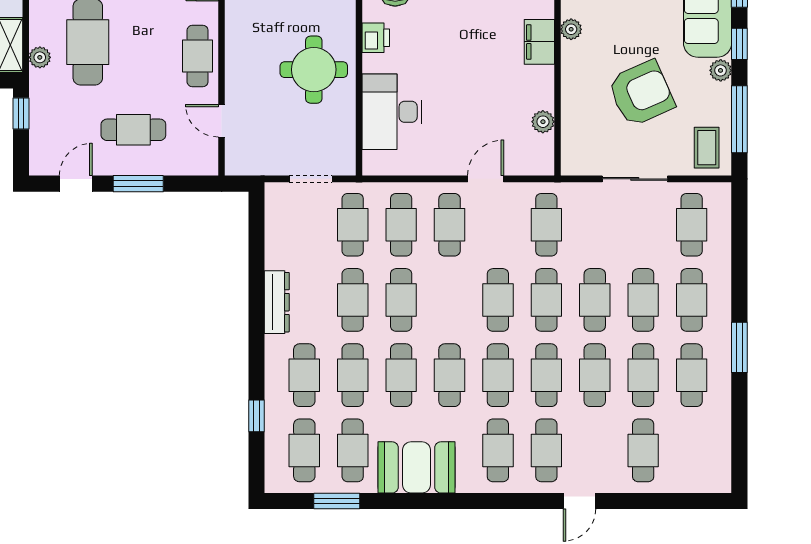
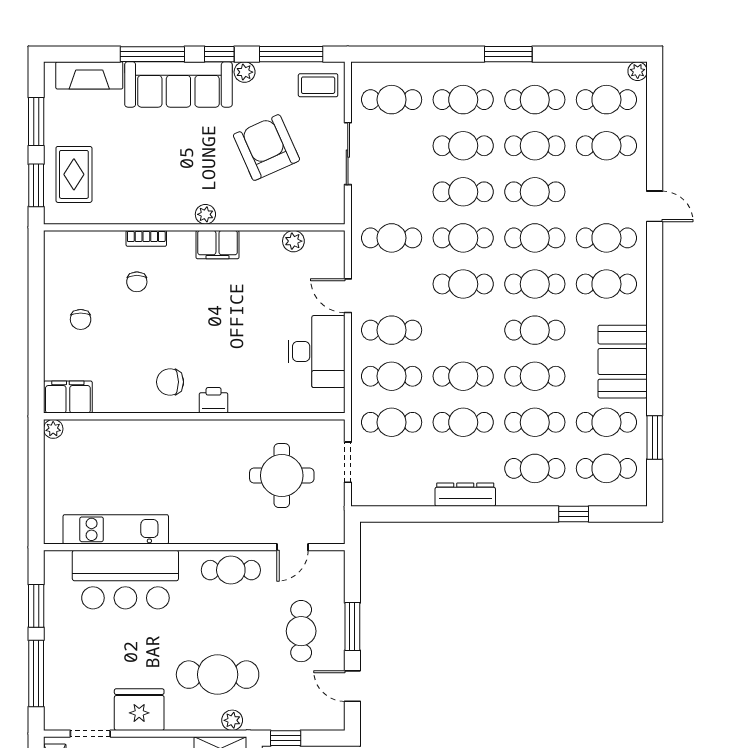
round table: (314, 70) -> (282, 476), moved
desk: (392, 112) -> (316, 352), moved, turned -90
cafe table: (692, 450) -> (606, 100), added
plant: (721, 483) -> (638, 71), added

